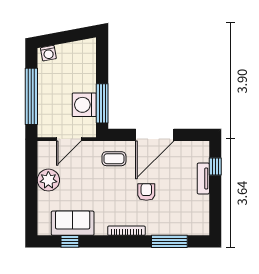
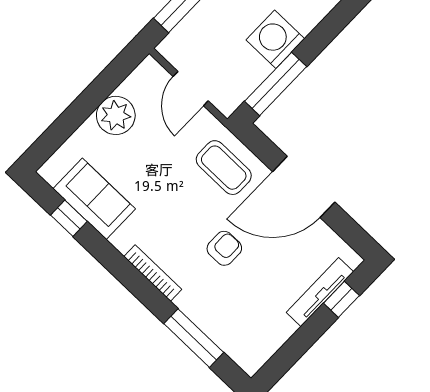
washing machine: (84, 105) -> (275, 39), moved
door: (69, 139) -> (191, 89), hinge flipped
coffee table: (114, 159) -> (224, 168), width x1.36, depth x1.30
tv unit: (203, 178) -> (320, 292), width x1.41

